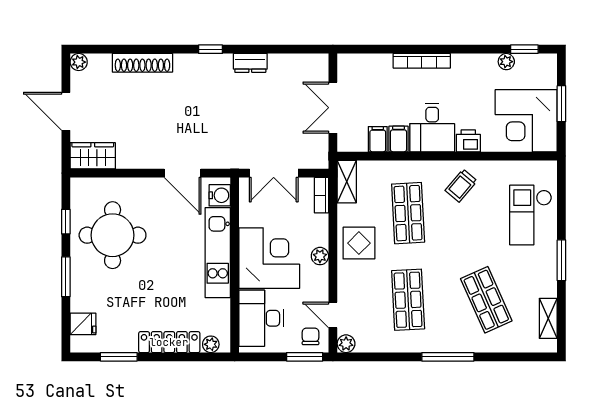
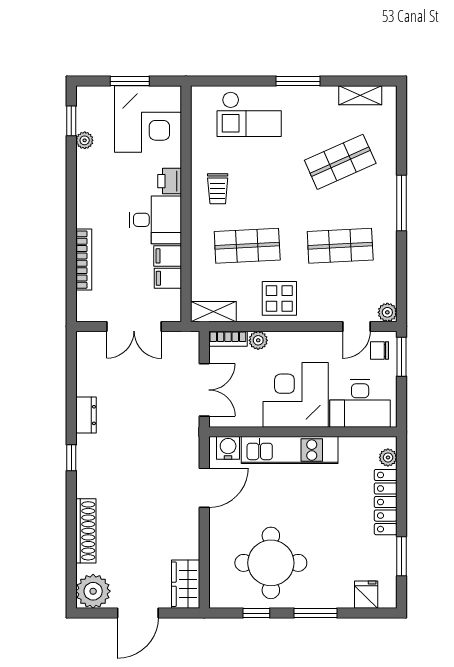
bookcase: (422, 61) -> (84, 260), moved
plant: (79, 62) -> (93, 591), width x1.87, depth x1.87
trolley: (461, 186) -> (218, 189), turned 50
plant: (320, 256) -> (258, 340), moved

